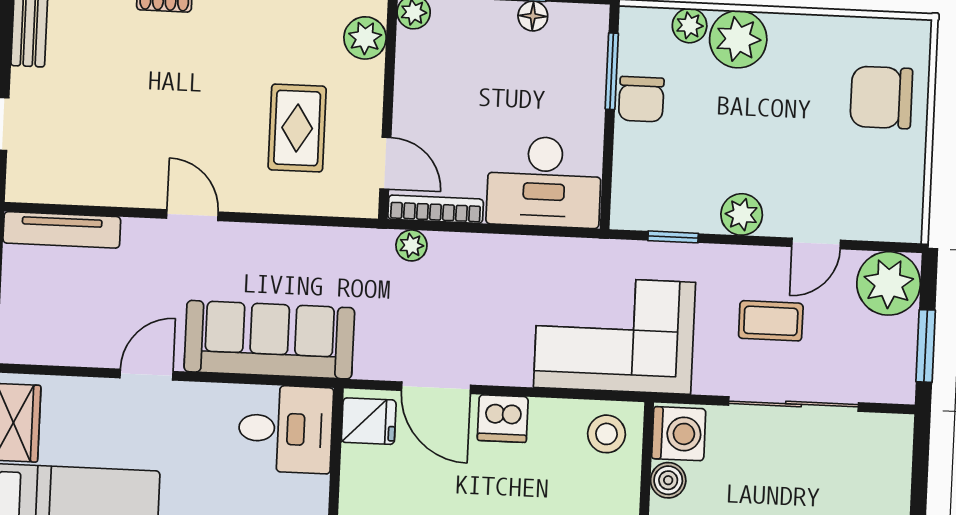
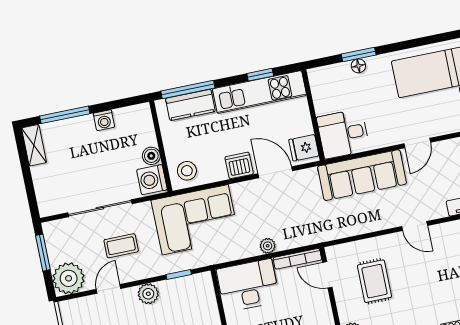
plant: (411, 245) -> (268, 246), moved

